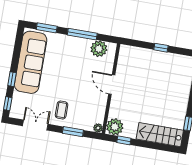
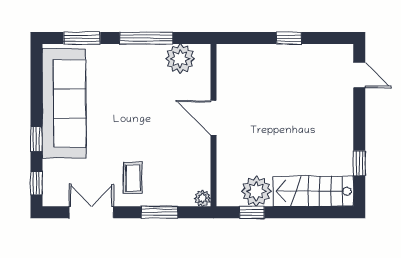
plant: (115, 127) -> (256, 191), moved

